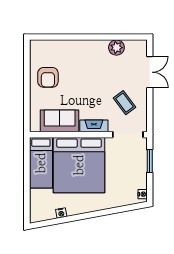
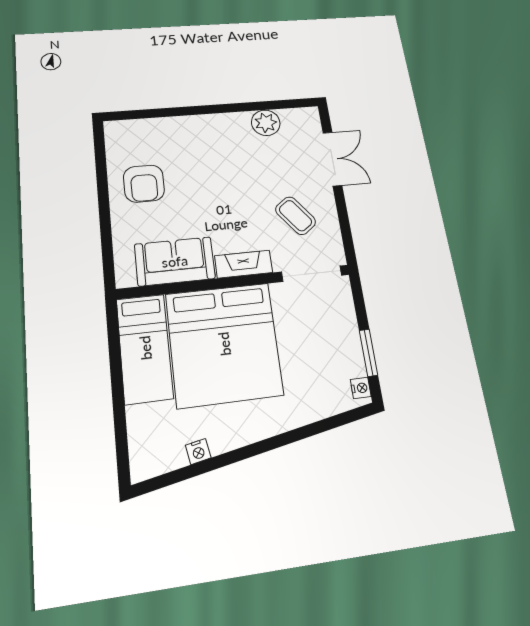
window: (150, 161) -> (368, 353), moved

